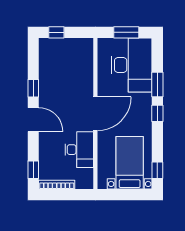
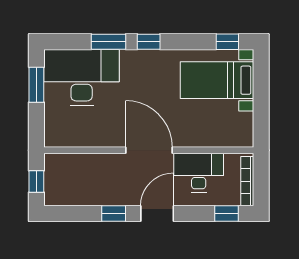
door: (95, 114) -> (149, 150), moved
wall: (95, 114) -> (149, 150), moved
desk: (79, 150) -> (199, 173), moved

